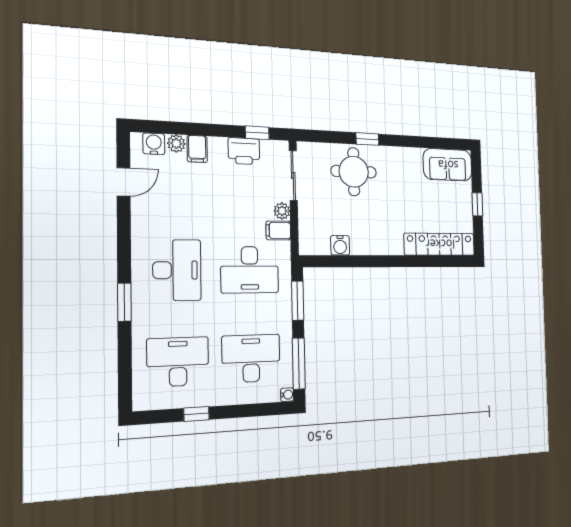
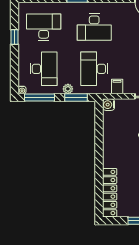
plant: (282, 211) -> (68, 89), moved
water cooler: (340, 245) -> (109, 105), moved
desk: (178, 362) -> (44, 27), turned -90

